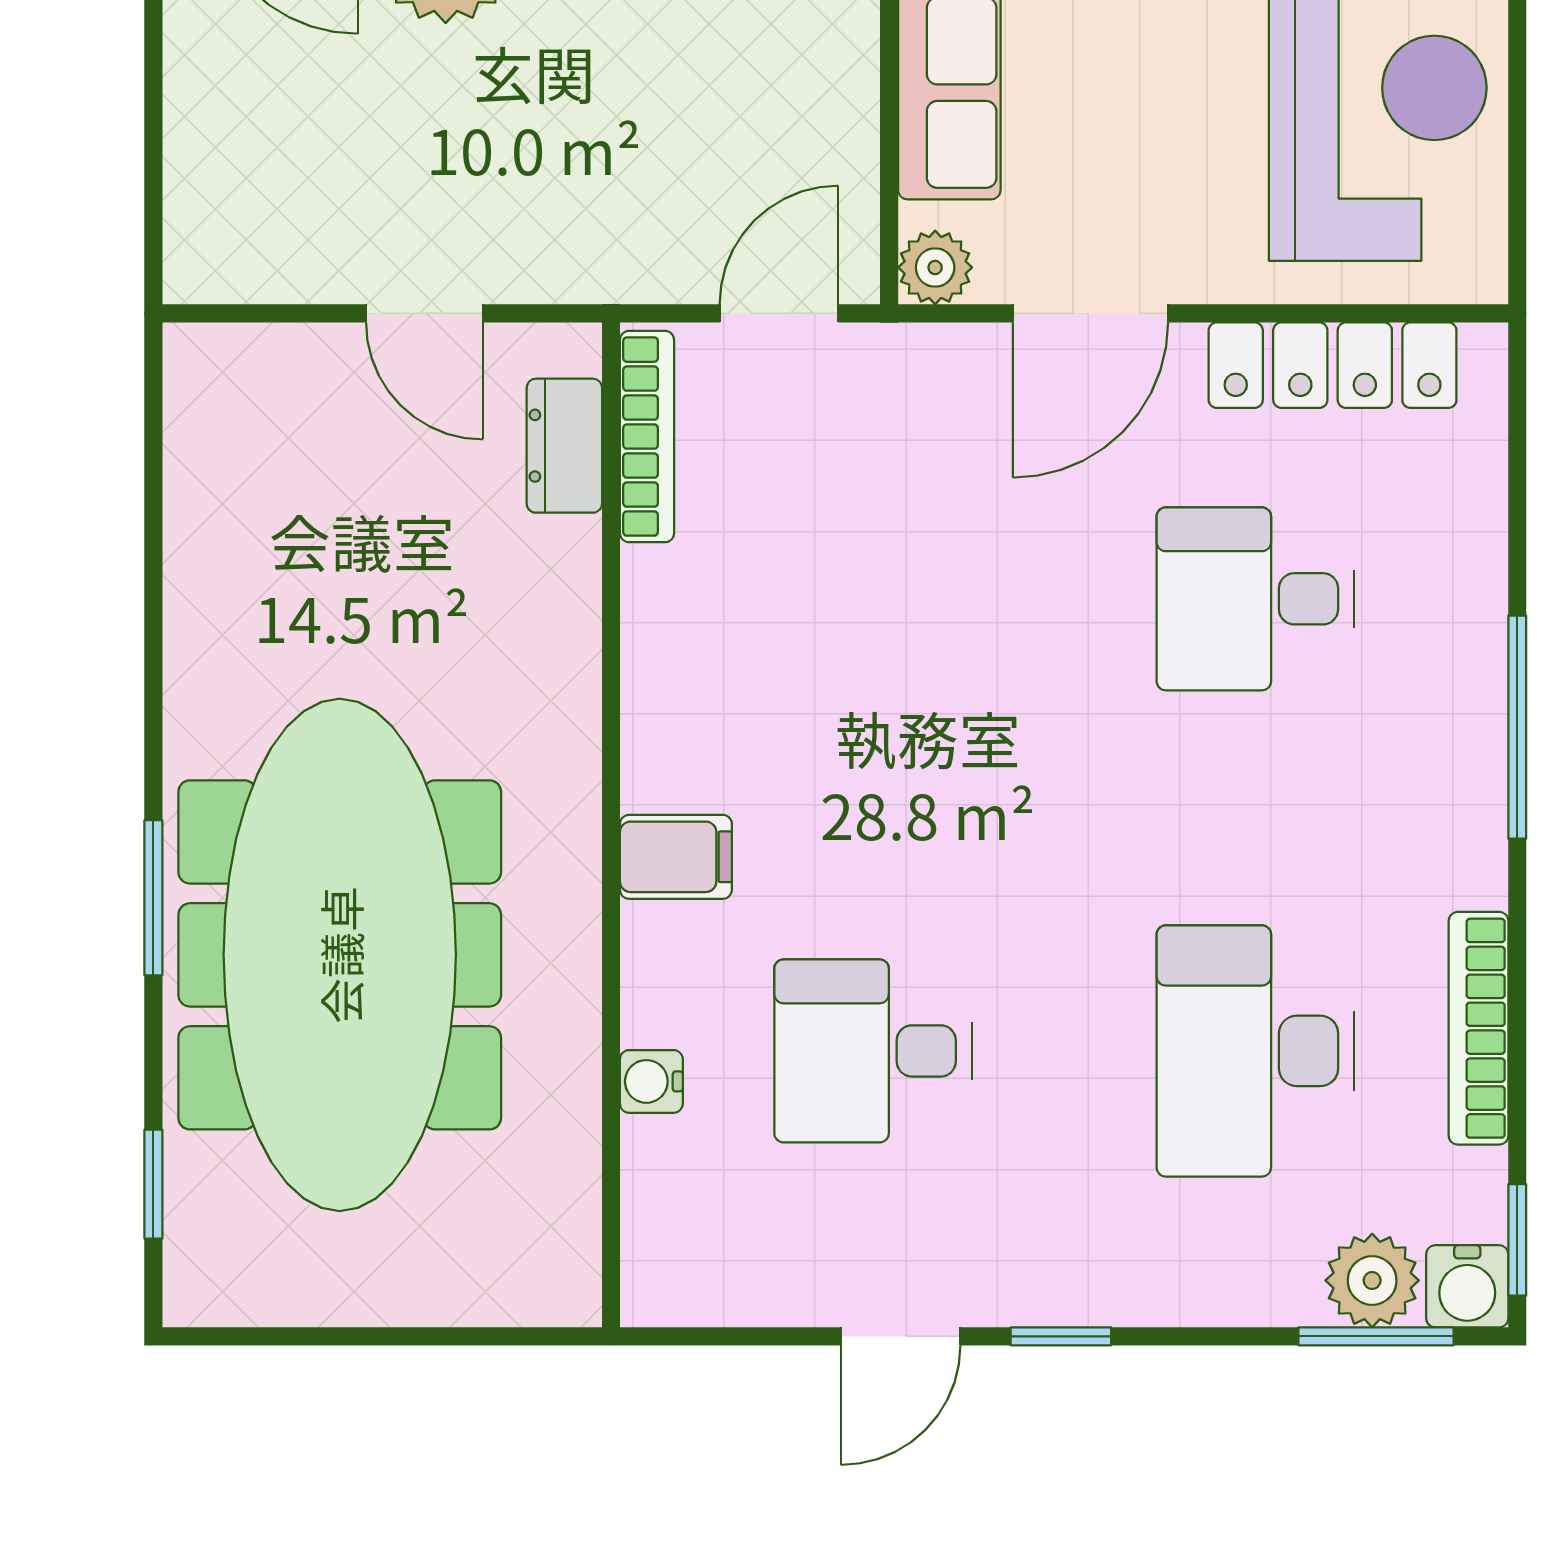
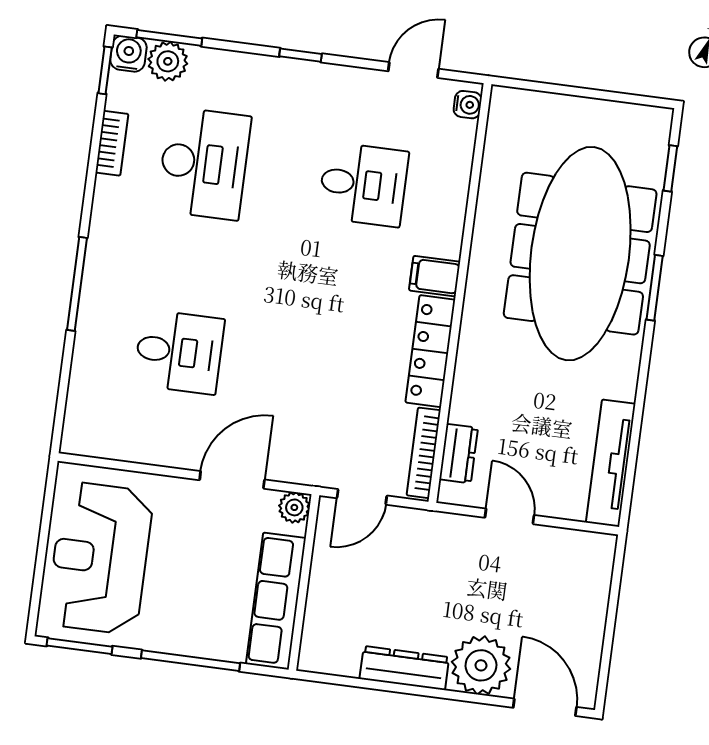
locker: (1333, 365) -> (430, 351), moved, turned -90
tv unit: (202, 470) -> (611, 463), added
bookcase: (1478, 1028) -> (112, 143), width x0.64
water cooler: (651, 1081) -> (468, 105), moved
door: (901, 1336) -> (413, 70), moved

